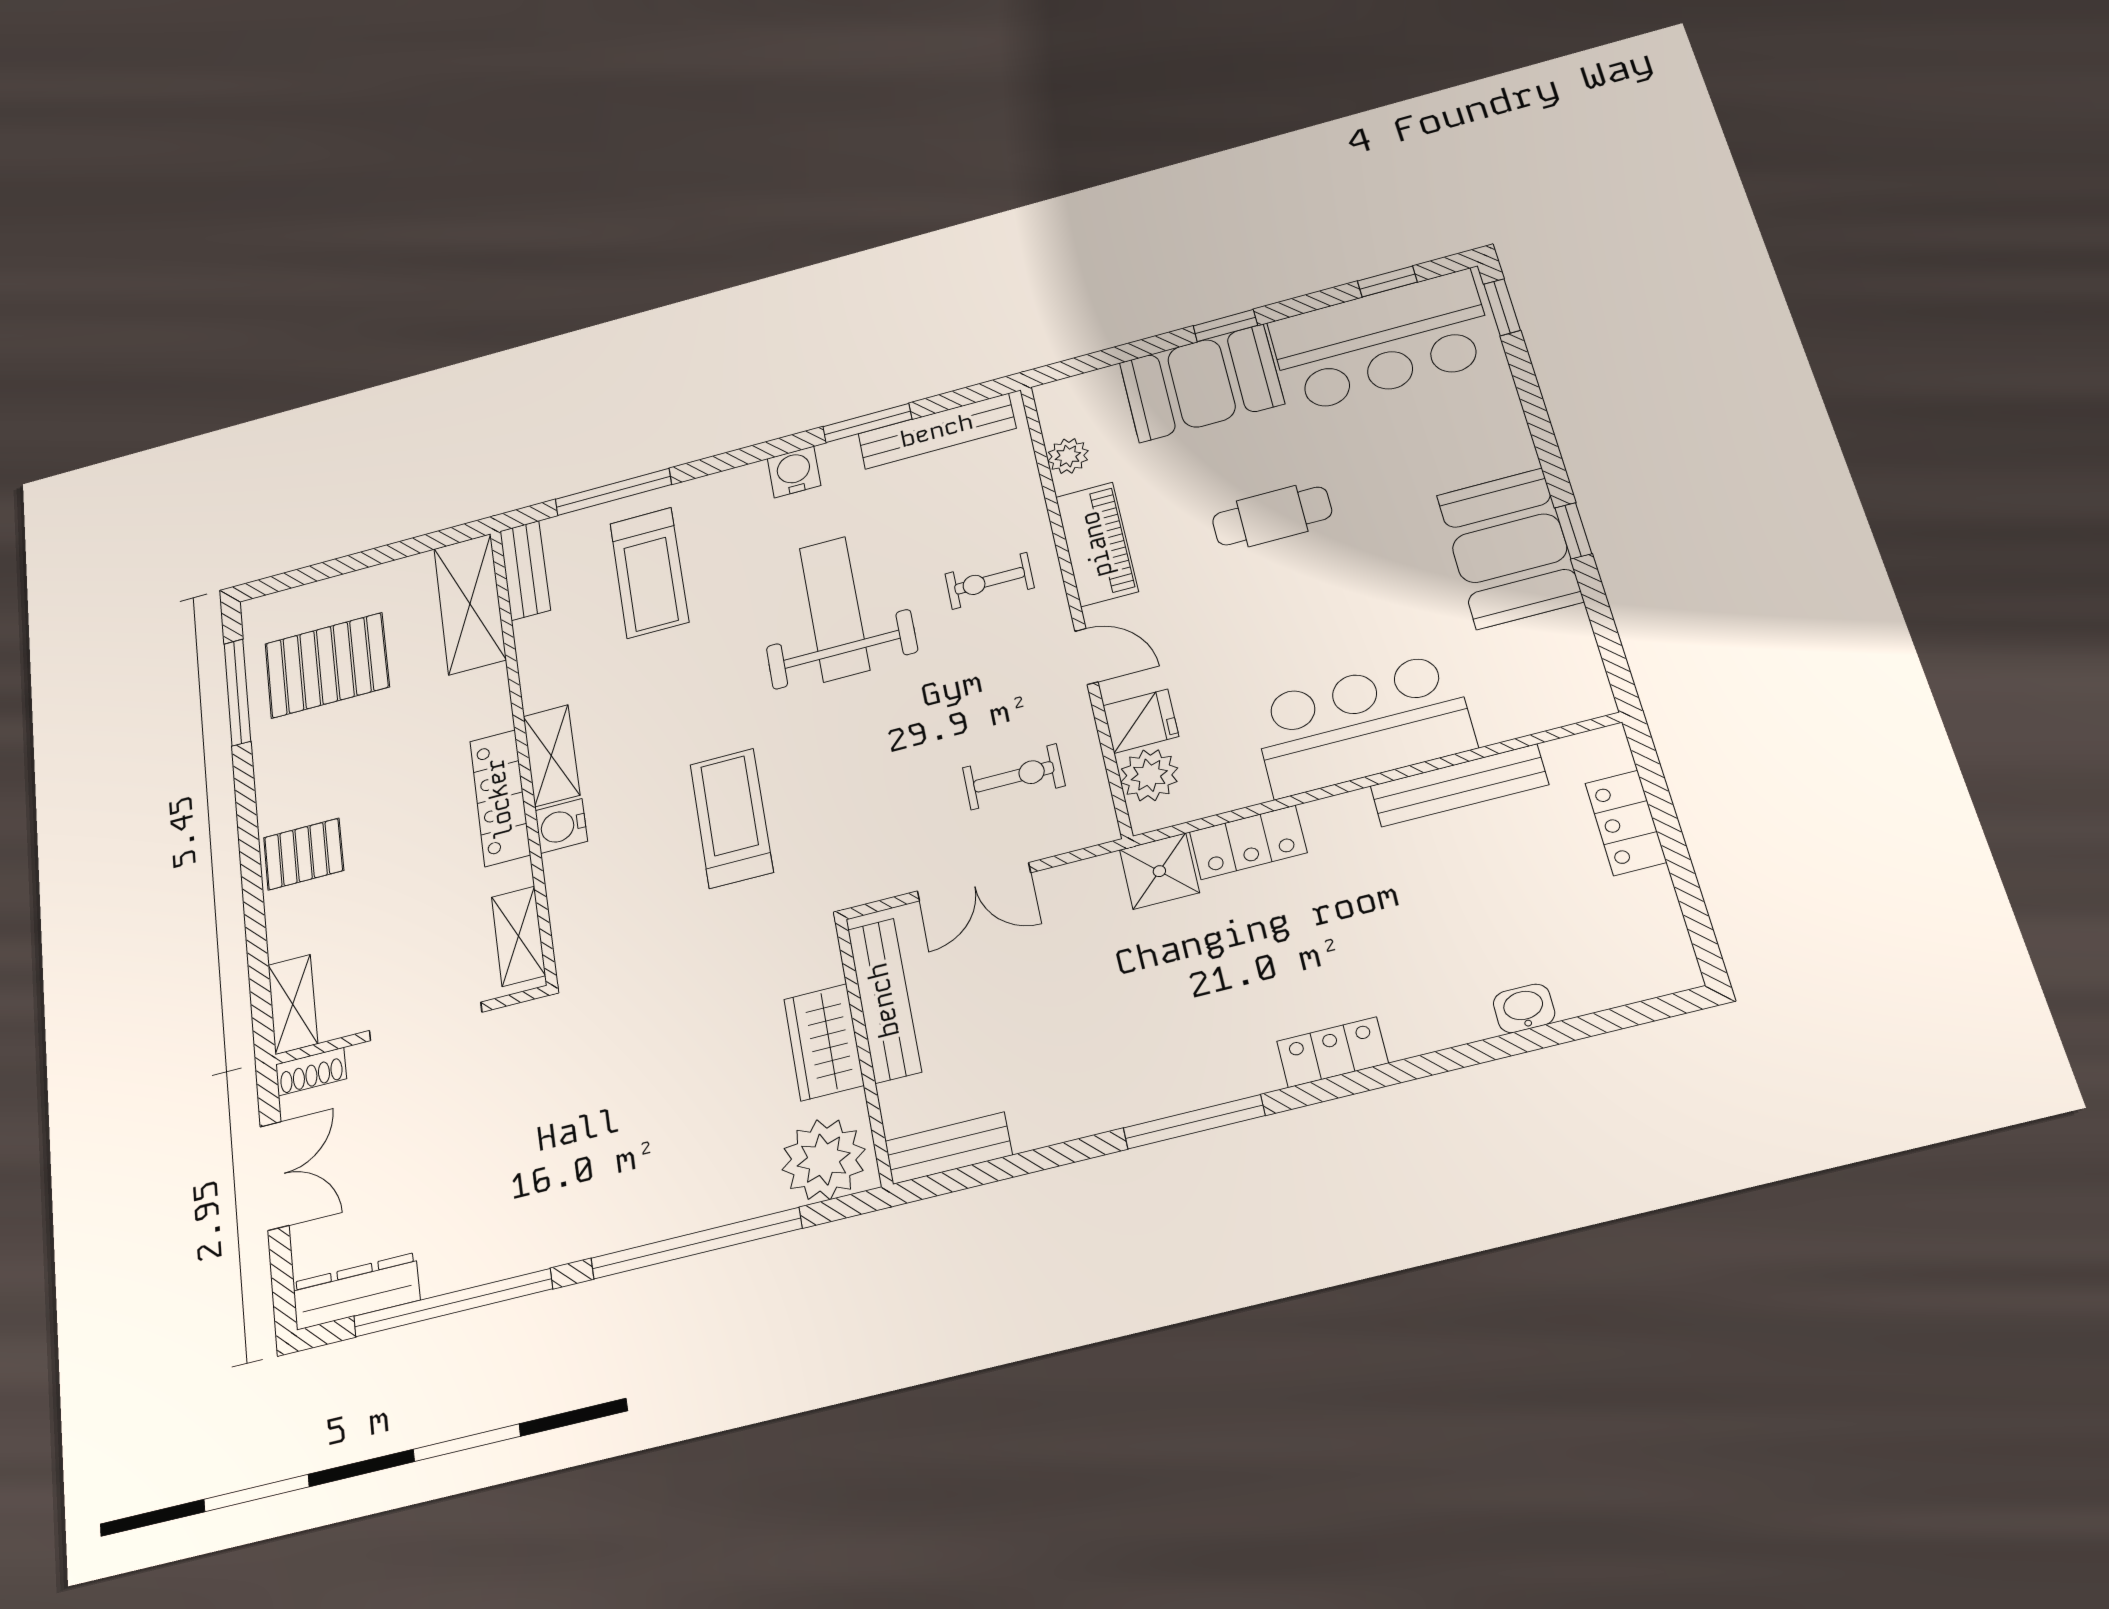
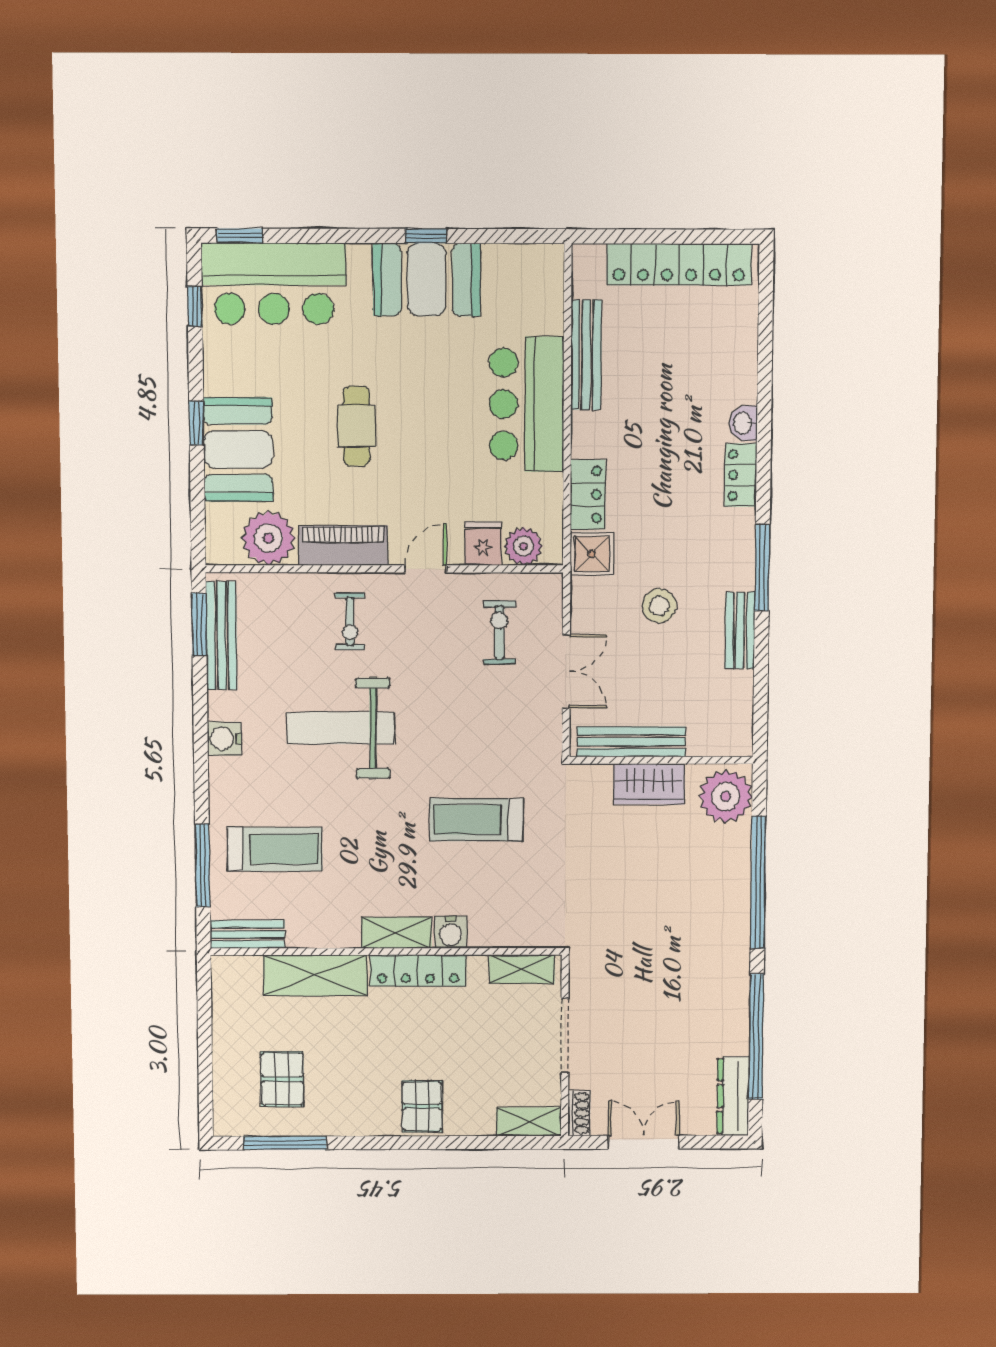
bar counter: (1382, 341) -> (274, 284), moved, turned 90
window: (867, 423) -> (199, 624), moved
plant: (1068, 456) -> (268, 538), width x1.88, depth x1.88
shelving: (470, 604) -> (315, 975), moved
pallet: (327, 665) -> (282, 1079), width x0.67, depth x0.71
locker: (1626, 823) -> (679, 264), width x2.16, depth x1.21
stool: (1101, 986) -> (659, 606), added
washbasin: (1524, 1008) -> (743, 423), moved
bench: (949, 1148) -> (740, 630), moved

